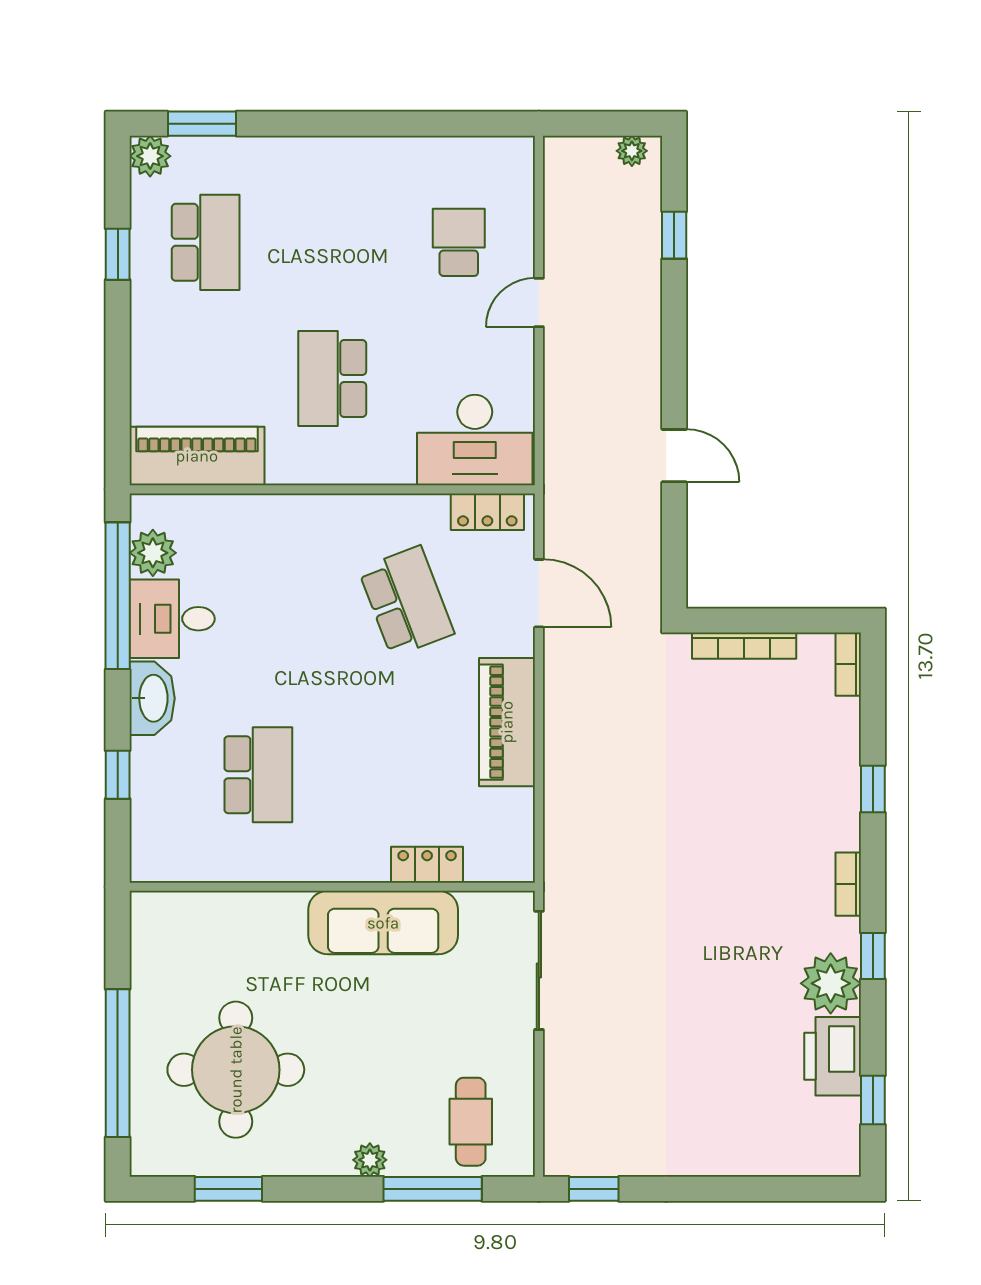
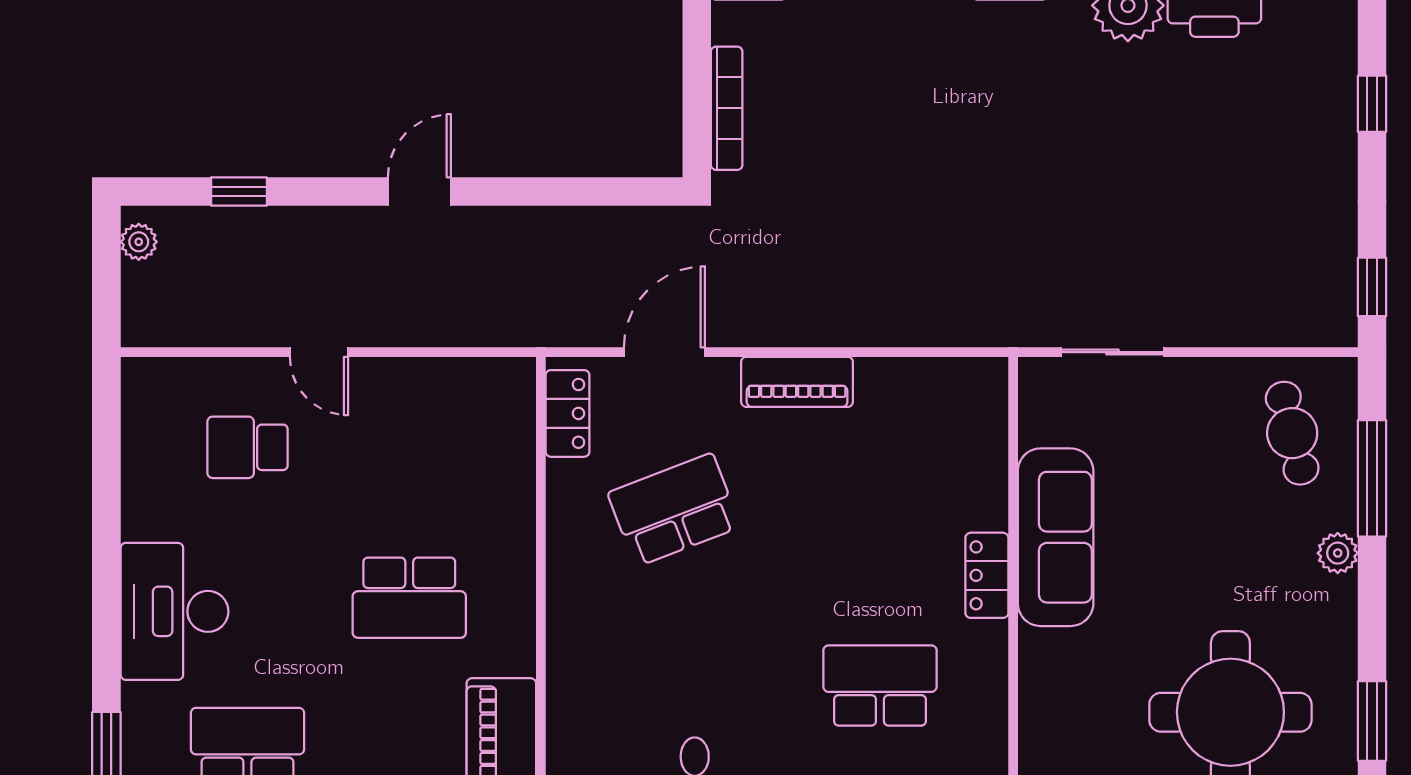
desk: (475, 440) -> (174, 611), moved, turned 180
door: (674, 456) -> (419, 192), moved
piano: (507, 722) -> (797, 382), width x0.73, depth x0.75
locker: (427, 865) -> (987, 575), moved
sliding door: (539, 970) -> (1112, 352), width x0.73
cafe table: (471, 1122) -> (1292, 433), turned 76
window: (748, 1189) -> (1372, 104), added

